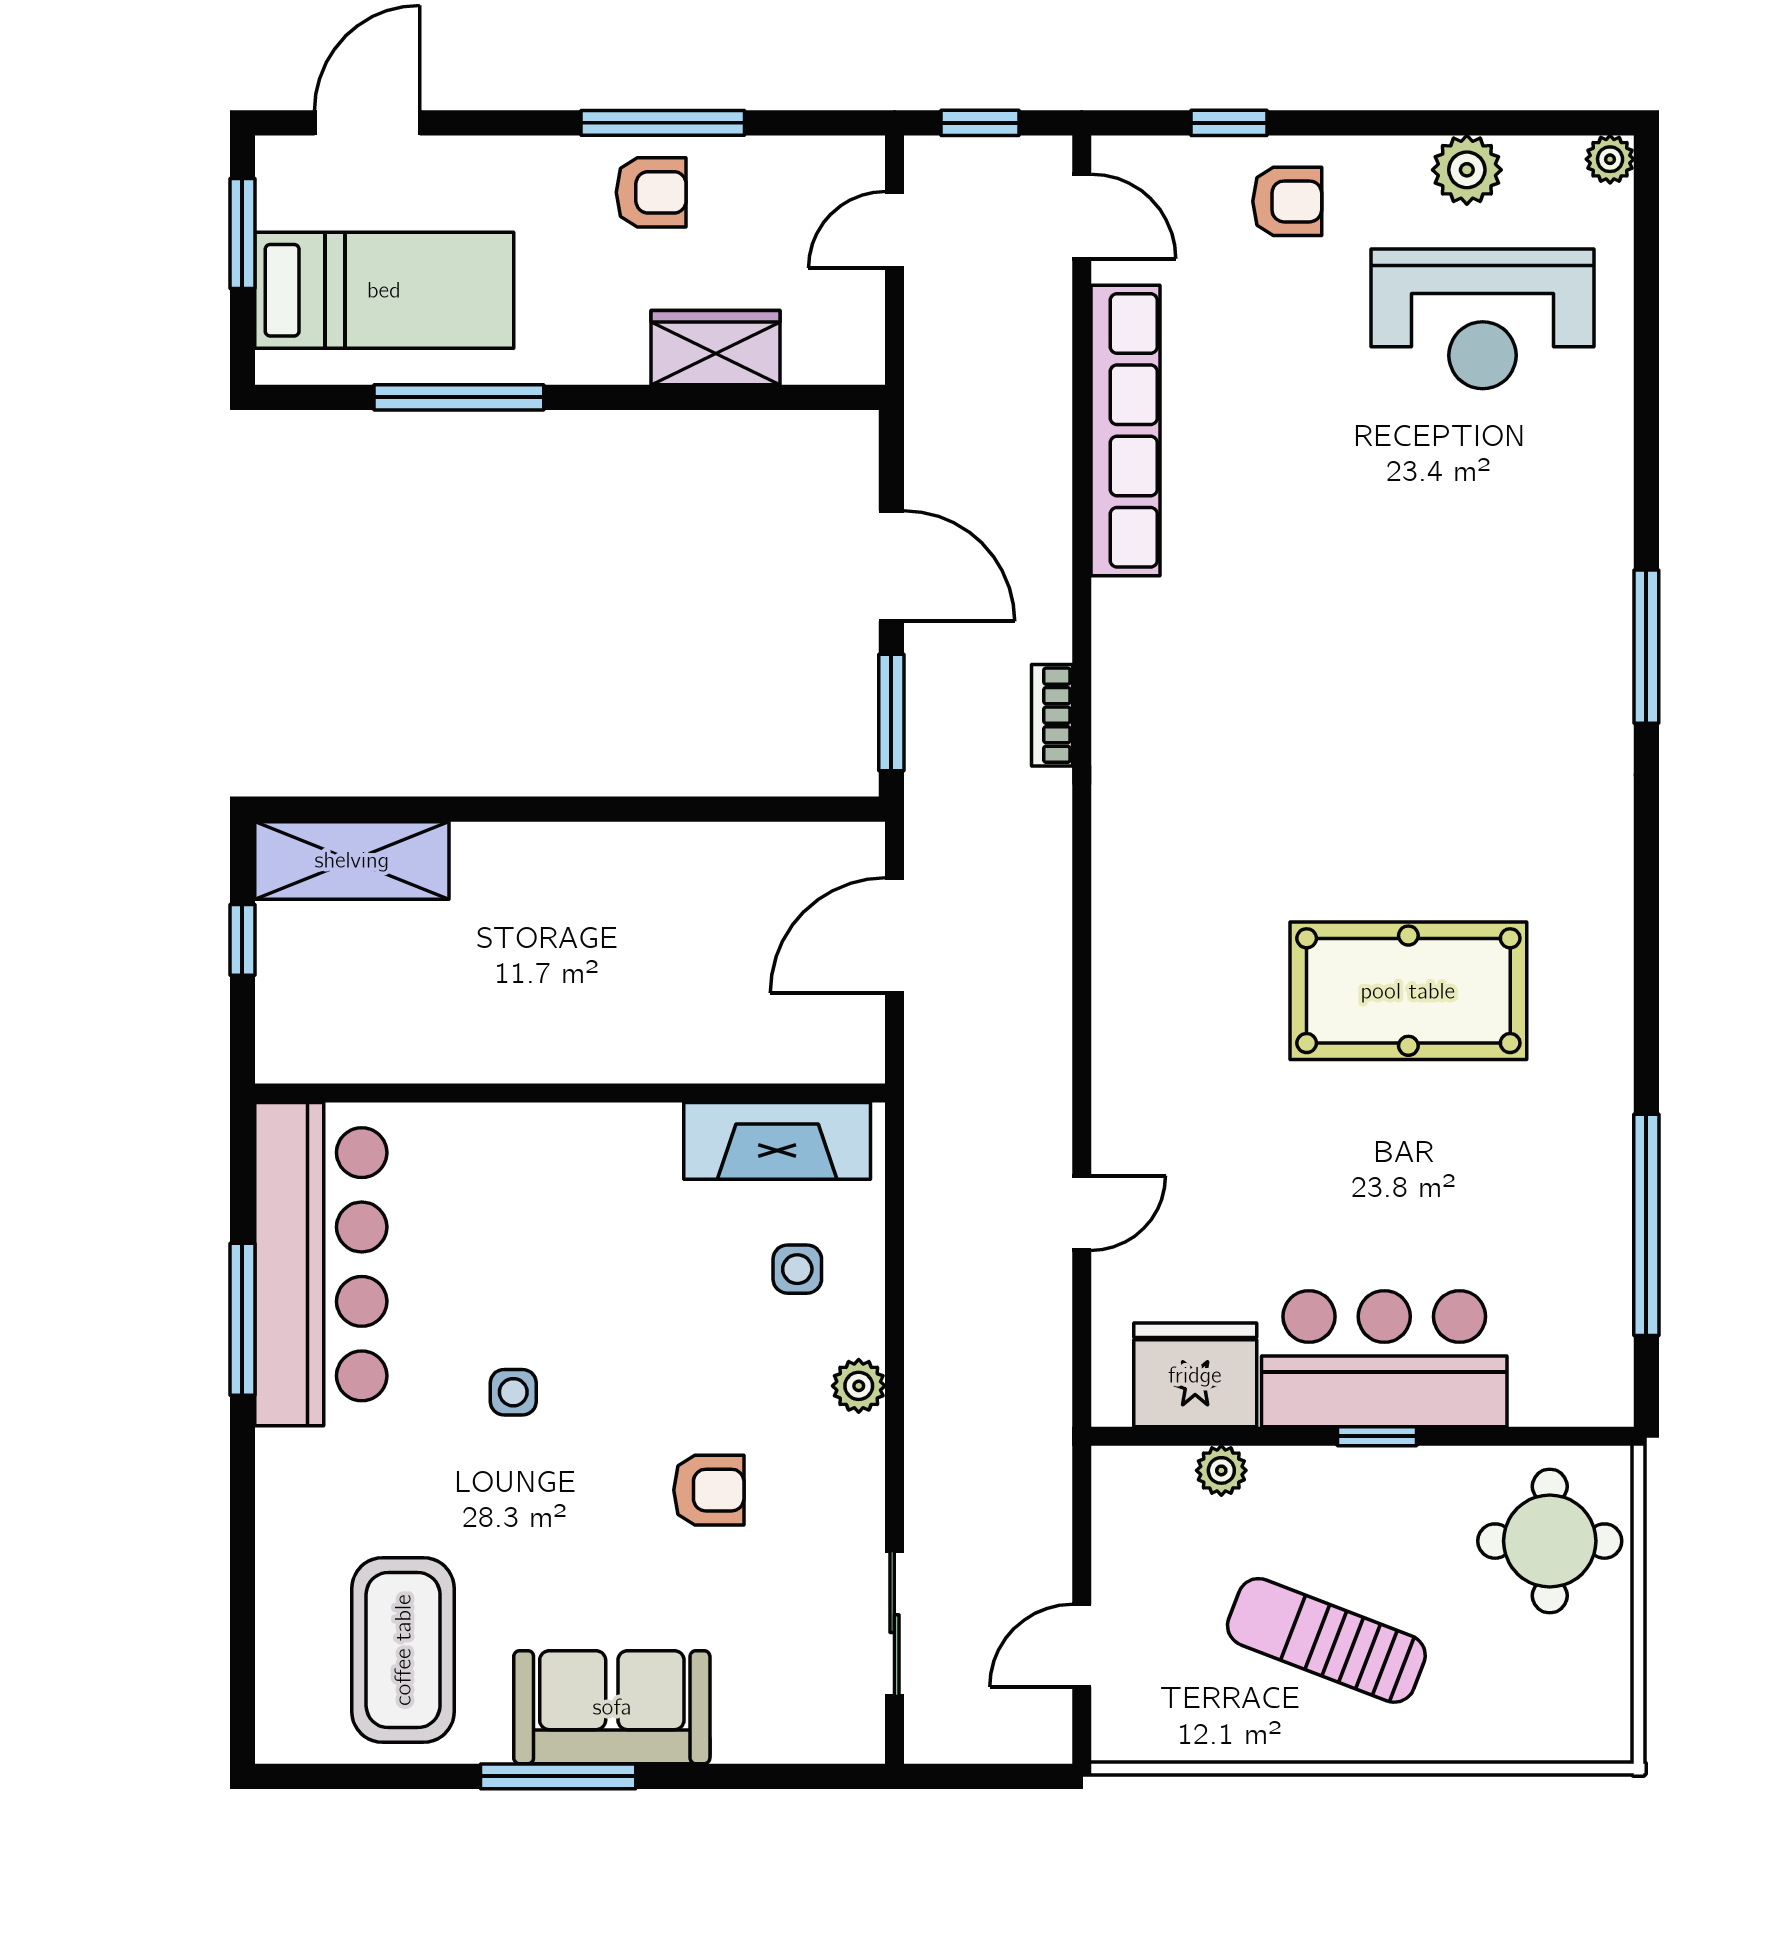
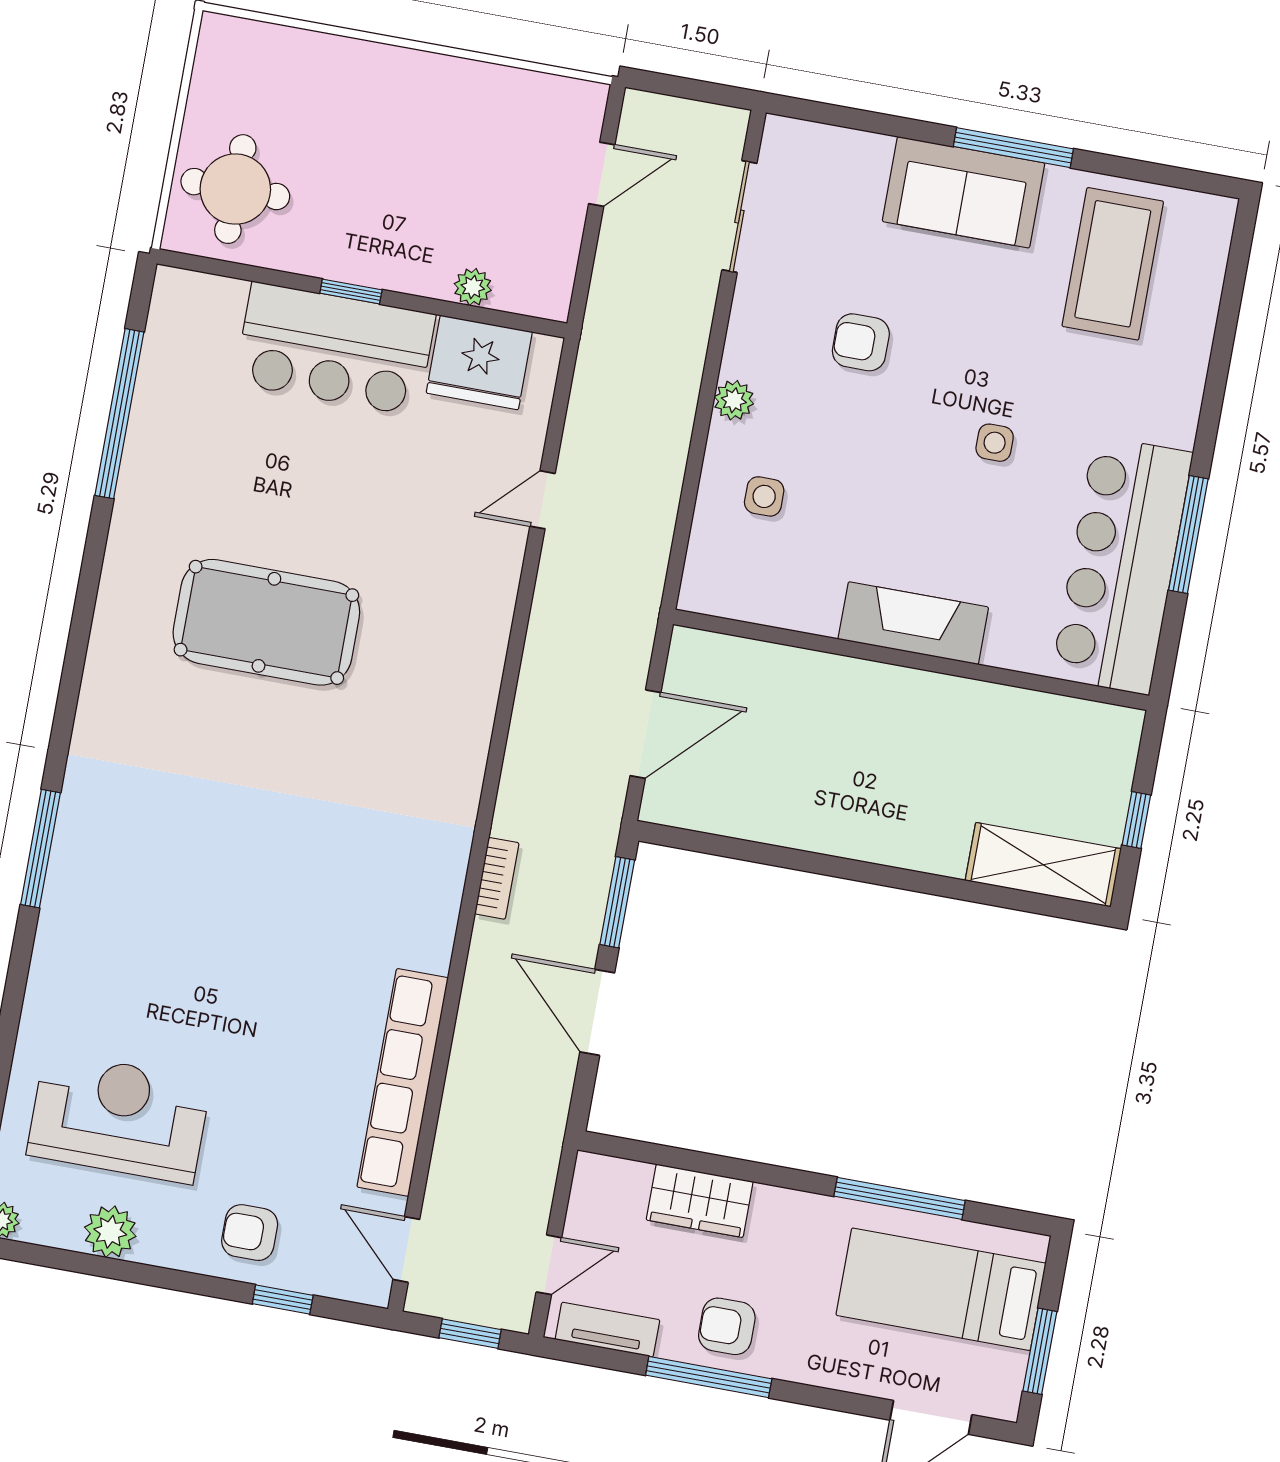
tv unit: (804, 160) -> (607, 1330), added
fireplace: (777, 1141) -> (913, 623), moved
sun lounger: (1326, 1640) -> (417, 145), removed

